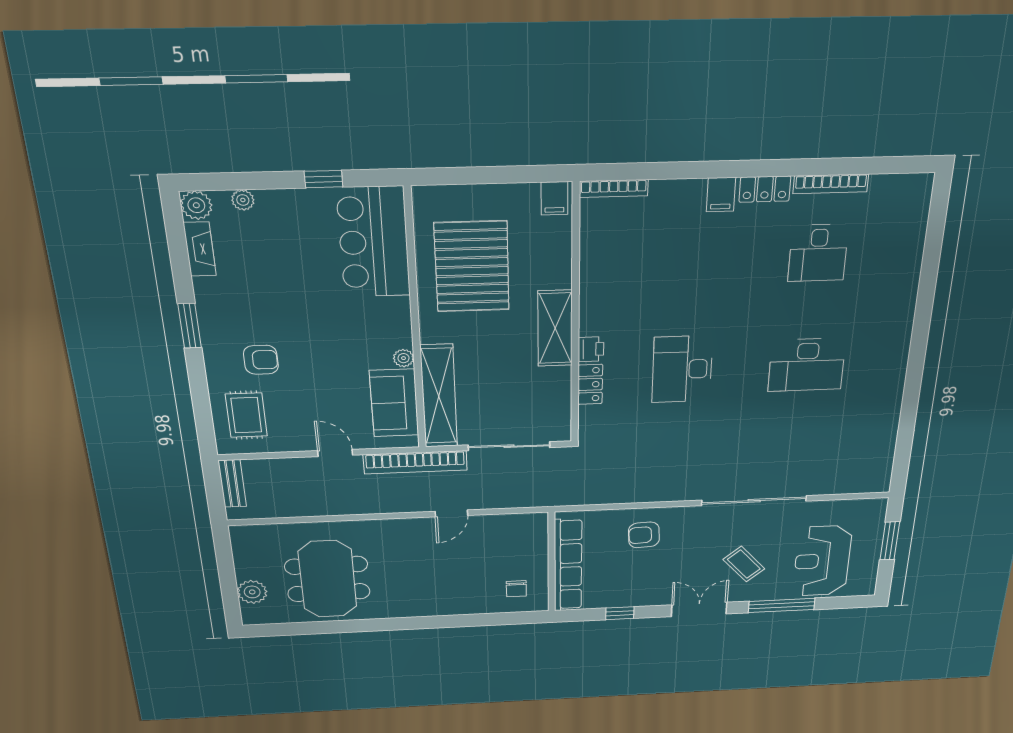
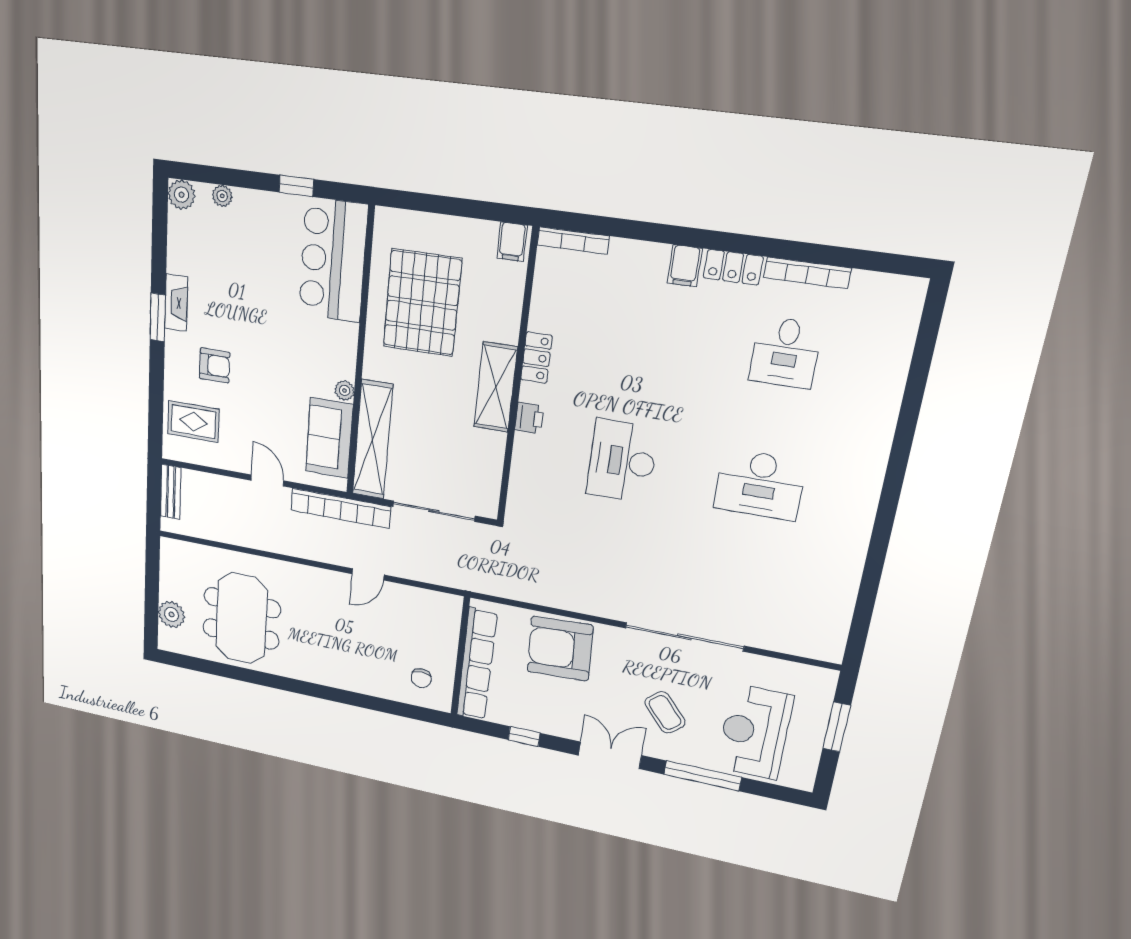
fireplace: (200, 249) -> (176, 303), moved
locker: (590, 384) -> (536, 358), moved
rug: (246, 415) -> (193, 422), turned 90
armchair: (644, 535) -> (560, 649), width x1.88, depth x1.88

